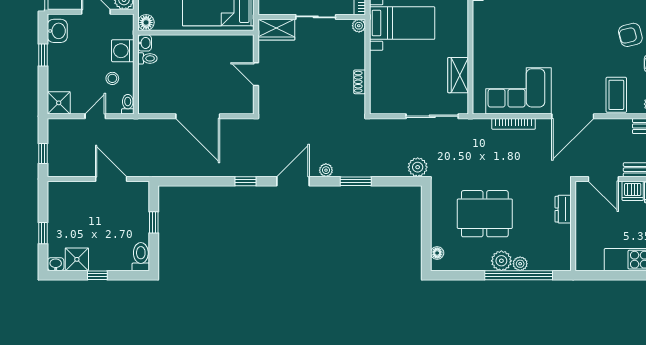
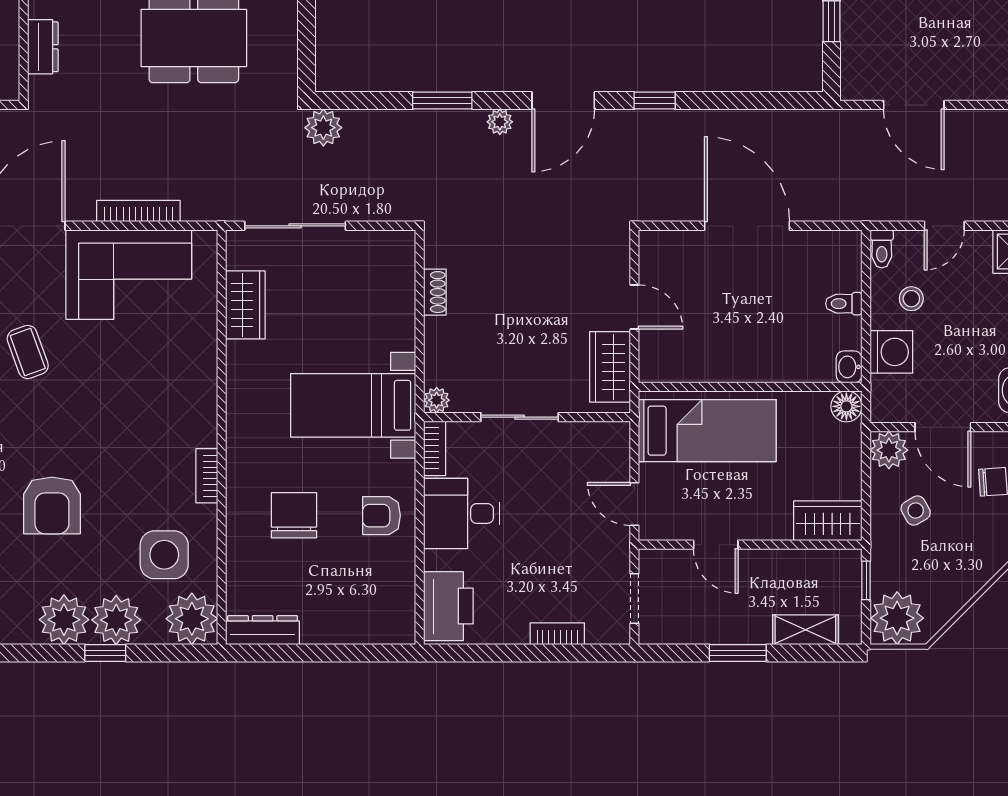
wardrobe: (276, 30) -> (610, 367), moved, turned -90
coffee table: (571, 51) -> (28, 352), added
toilet: (147, 58) -> (844, 304), moved

